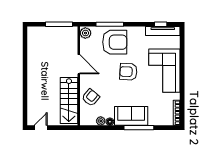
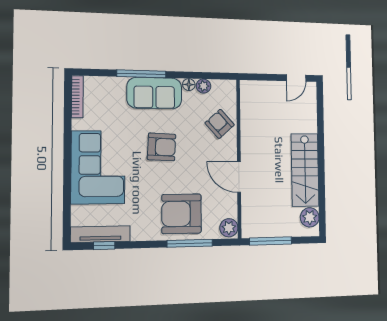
plant: (33, 38) -> (310, 217), added
armchair: (128, 72) -> (162, 147), moved
armchair: (91, 97) -> (220, 124), turned 98
stairs: (69, 100) -> (305, 170), moved, turned 180

